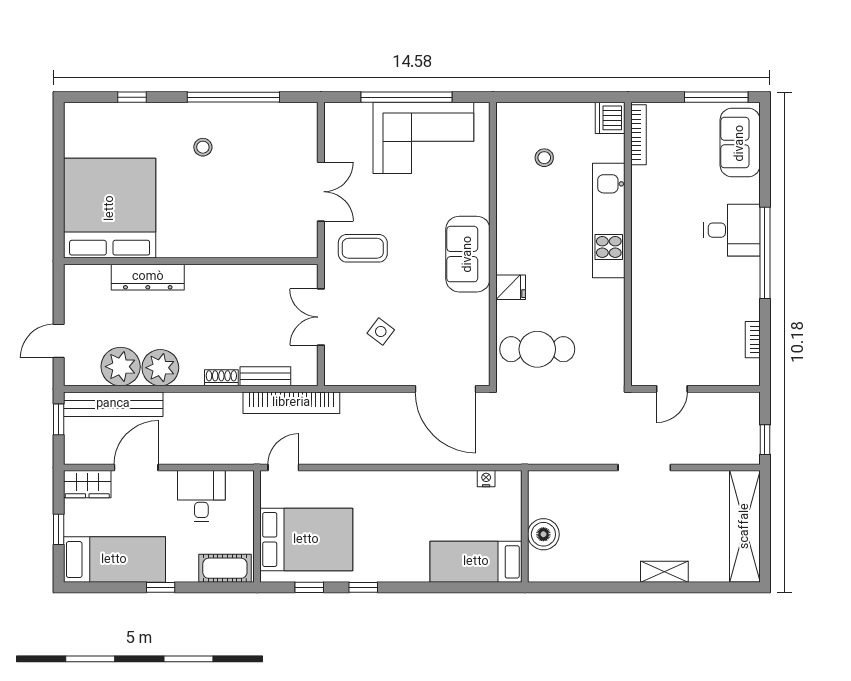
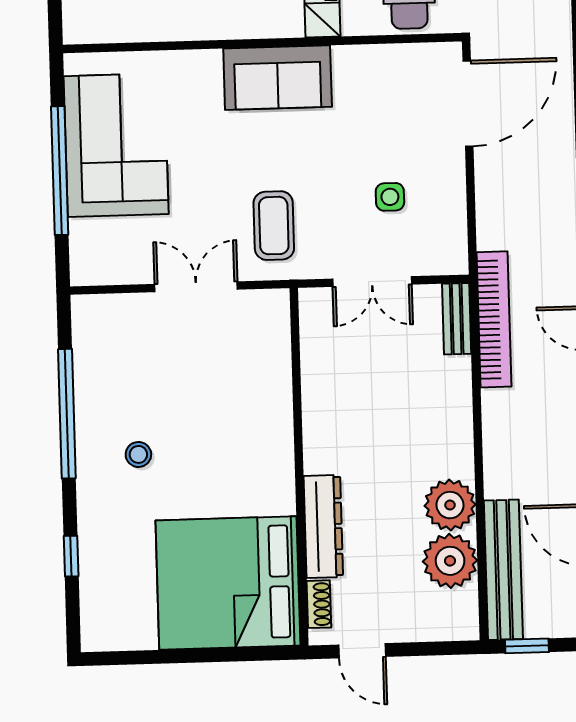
side table: (381, 331) -> (390, 197), turned -37
door: (59, 341) -> (362, 651), moved
bench: (265, 376) -> (457, 319), moved
shoe rack: (221, 378) -> (319, 604), moved, turned 180

